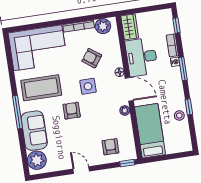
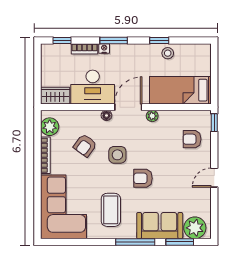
coffee table: (41, 88) -> (111, 210), width x0.73, depth x0.76
window: (23, 149) -> (180, 242), added

